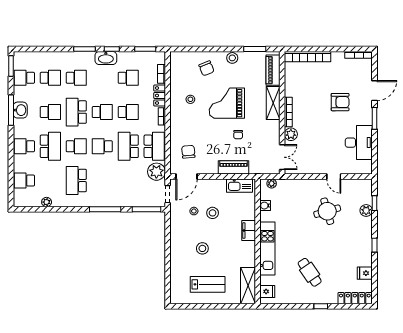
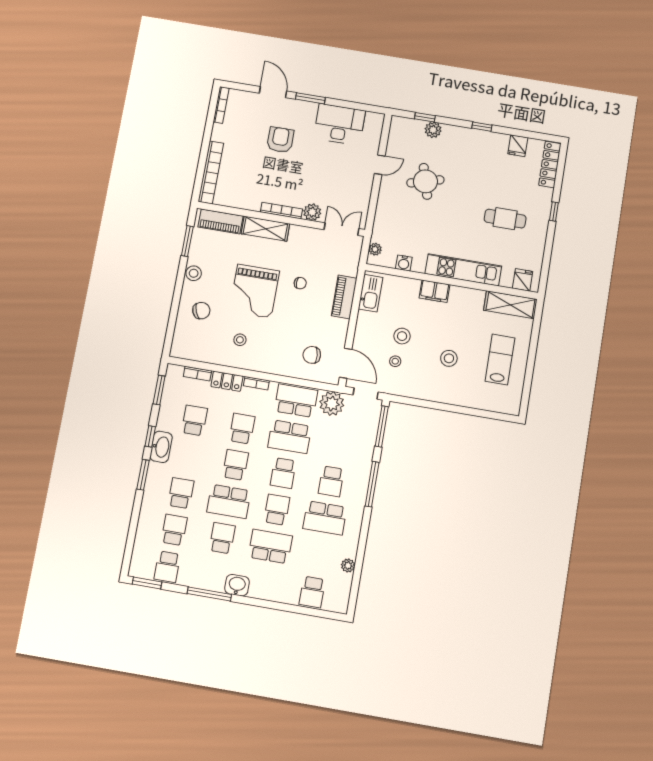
washbasin: (20, 110) -> (237, 585), moved
school desk: (24, 146) -> (331, 481), moved
cafe table: (310, 272) -> (505, 219), turned 34

